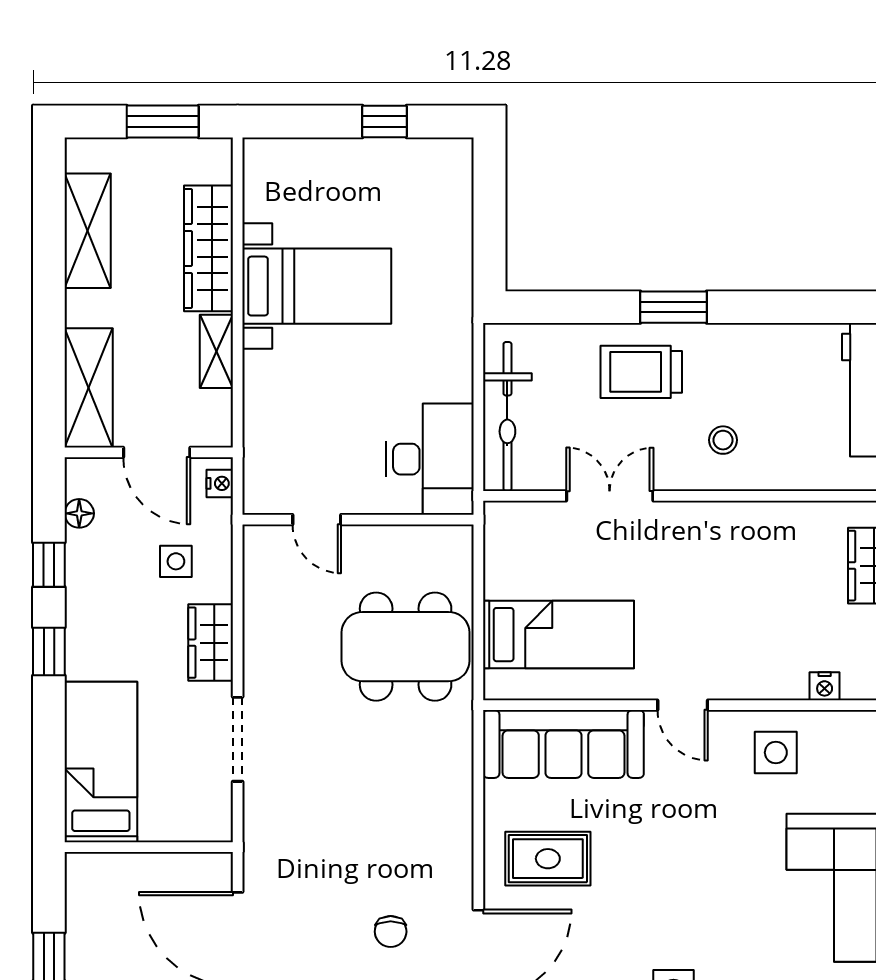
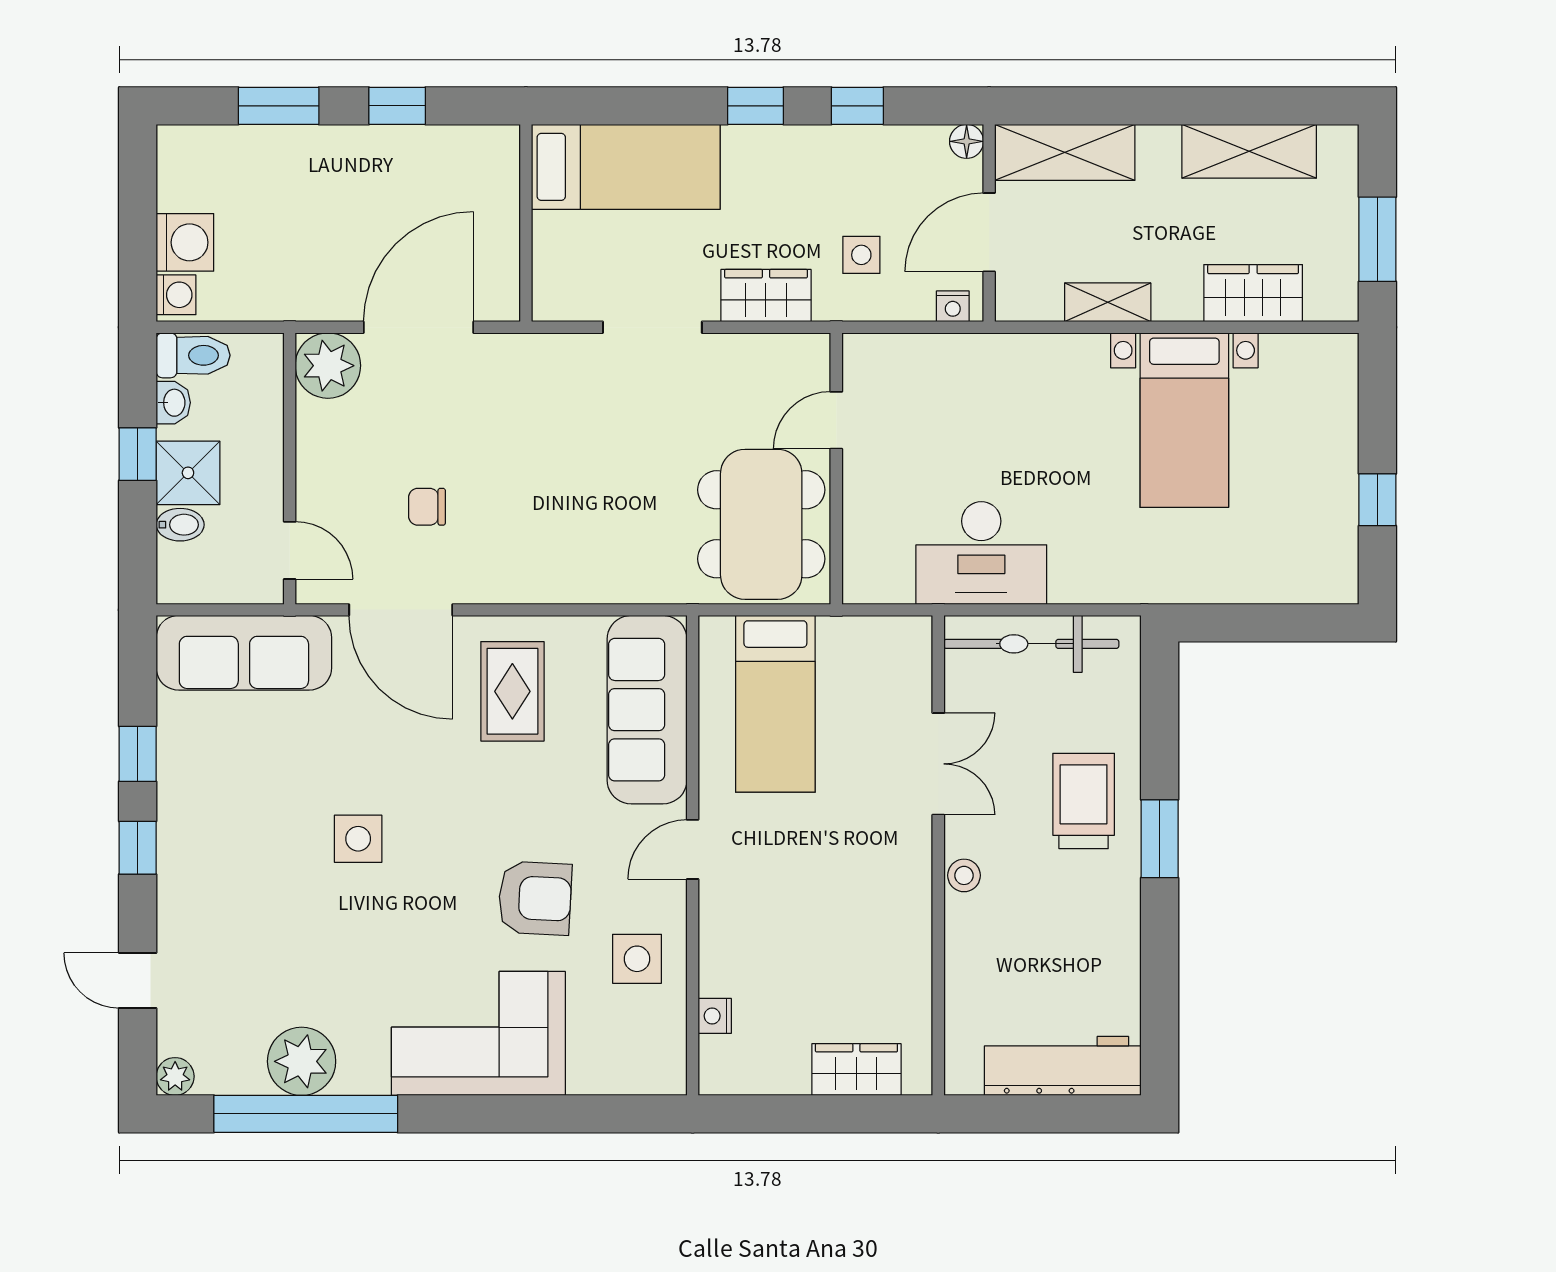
wardrobe: (209, 248) -> (1253, 293), width x0.67
stool: (723, 440) -> (964, 875), moved
floor lamp: (79, 513) -> (967, 141), moved
door: (317, 520) -> (836, 420), moved
wall: (358, 520) -> (836, 469), moved
armchair: (724, 840) -> (535, 898), added

